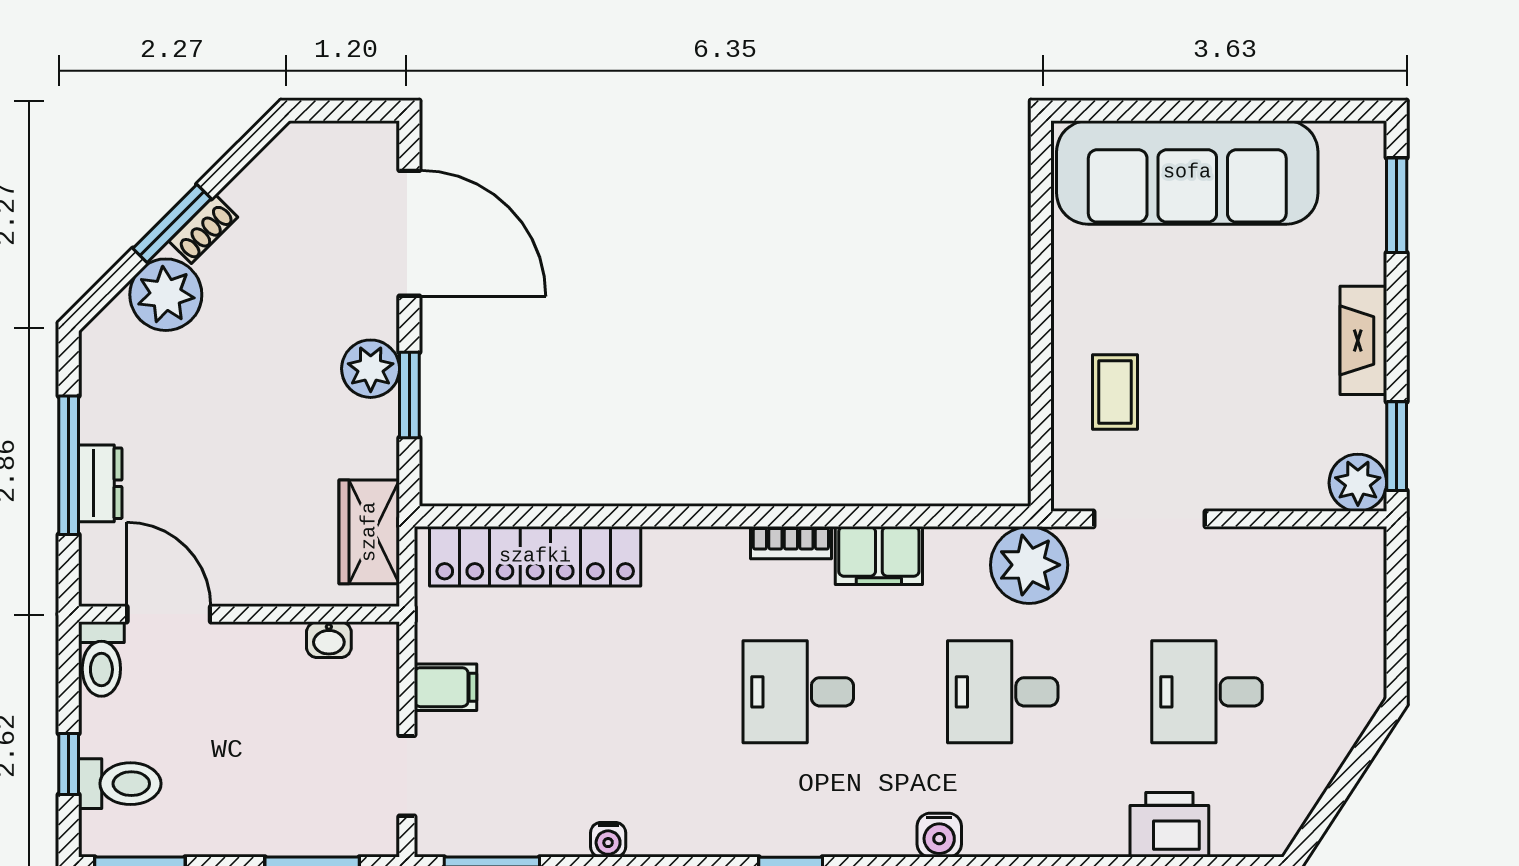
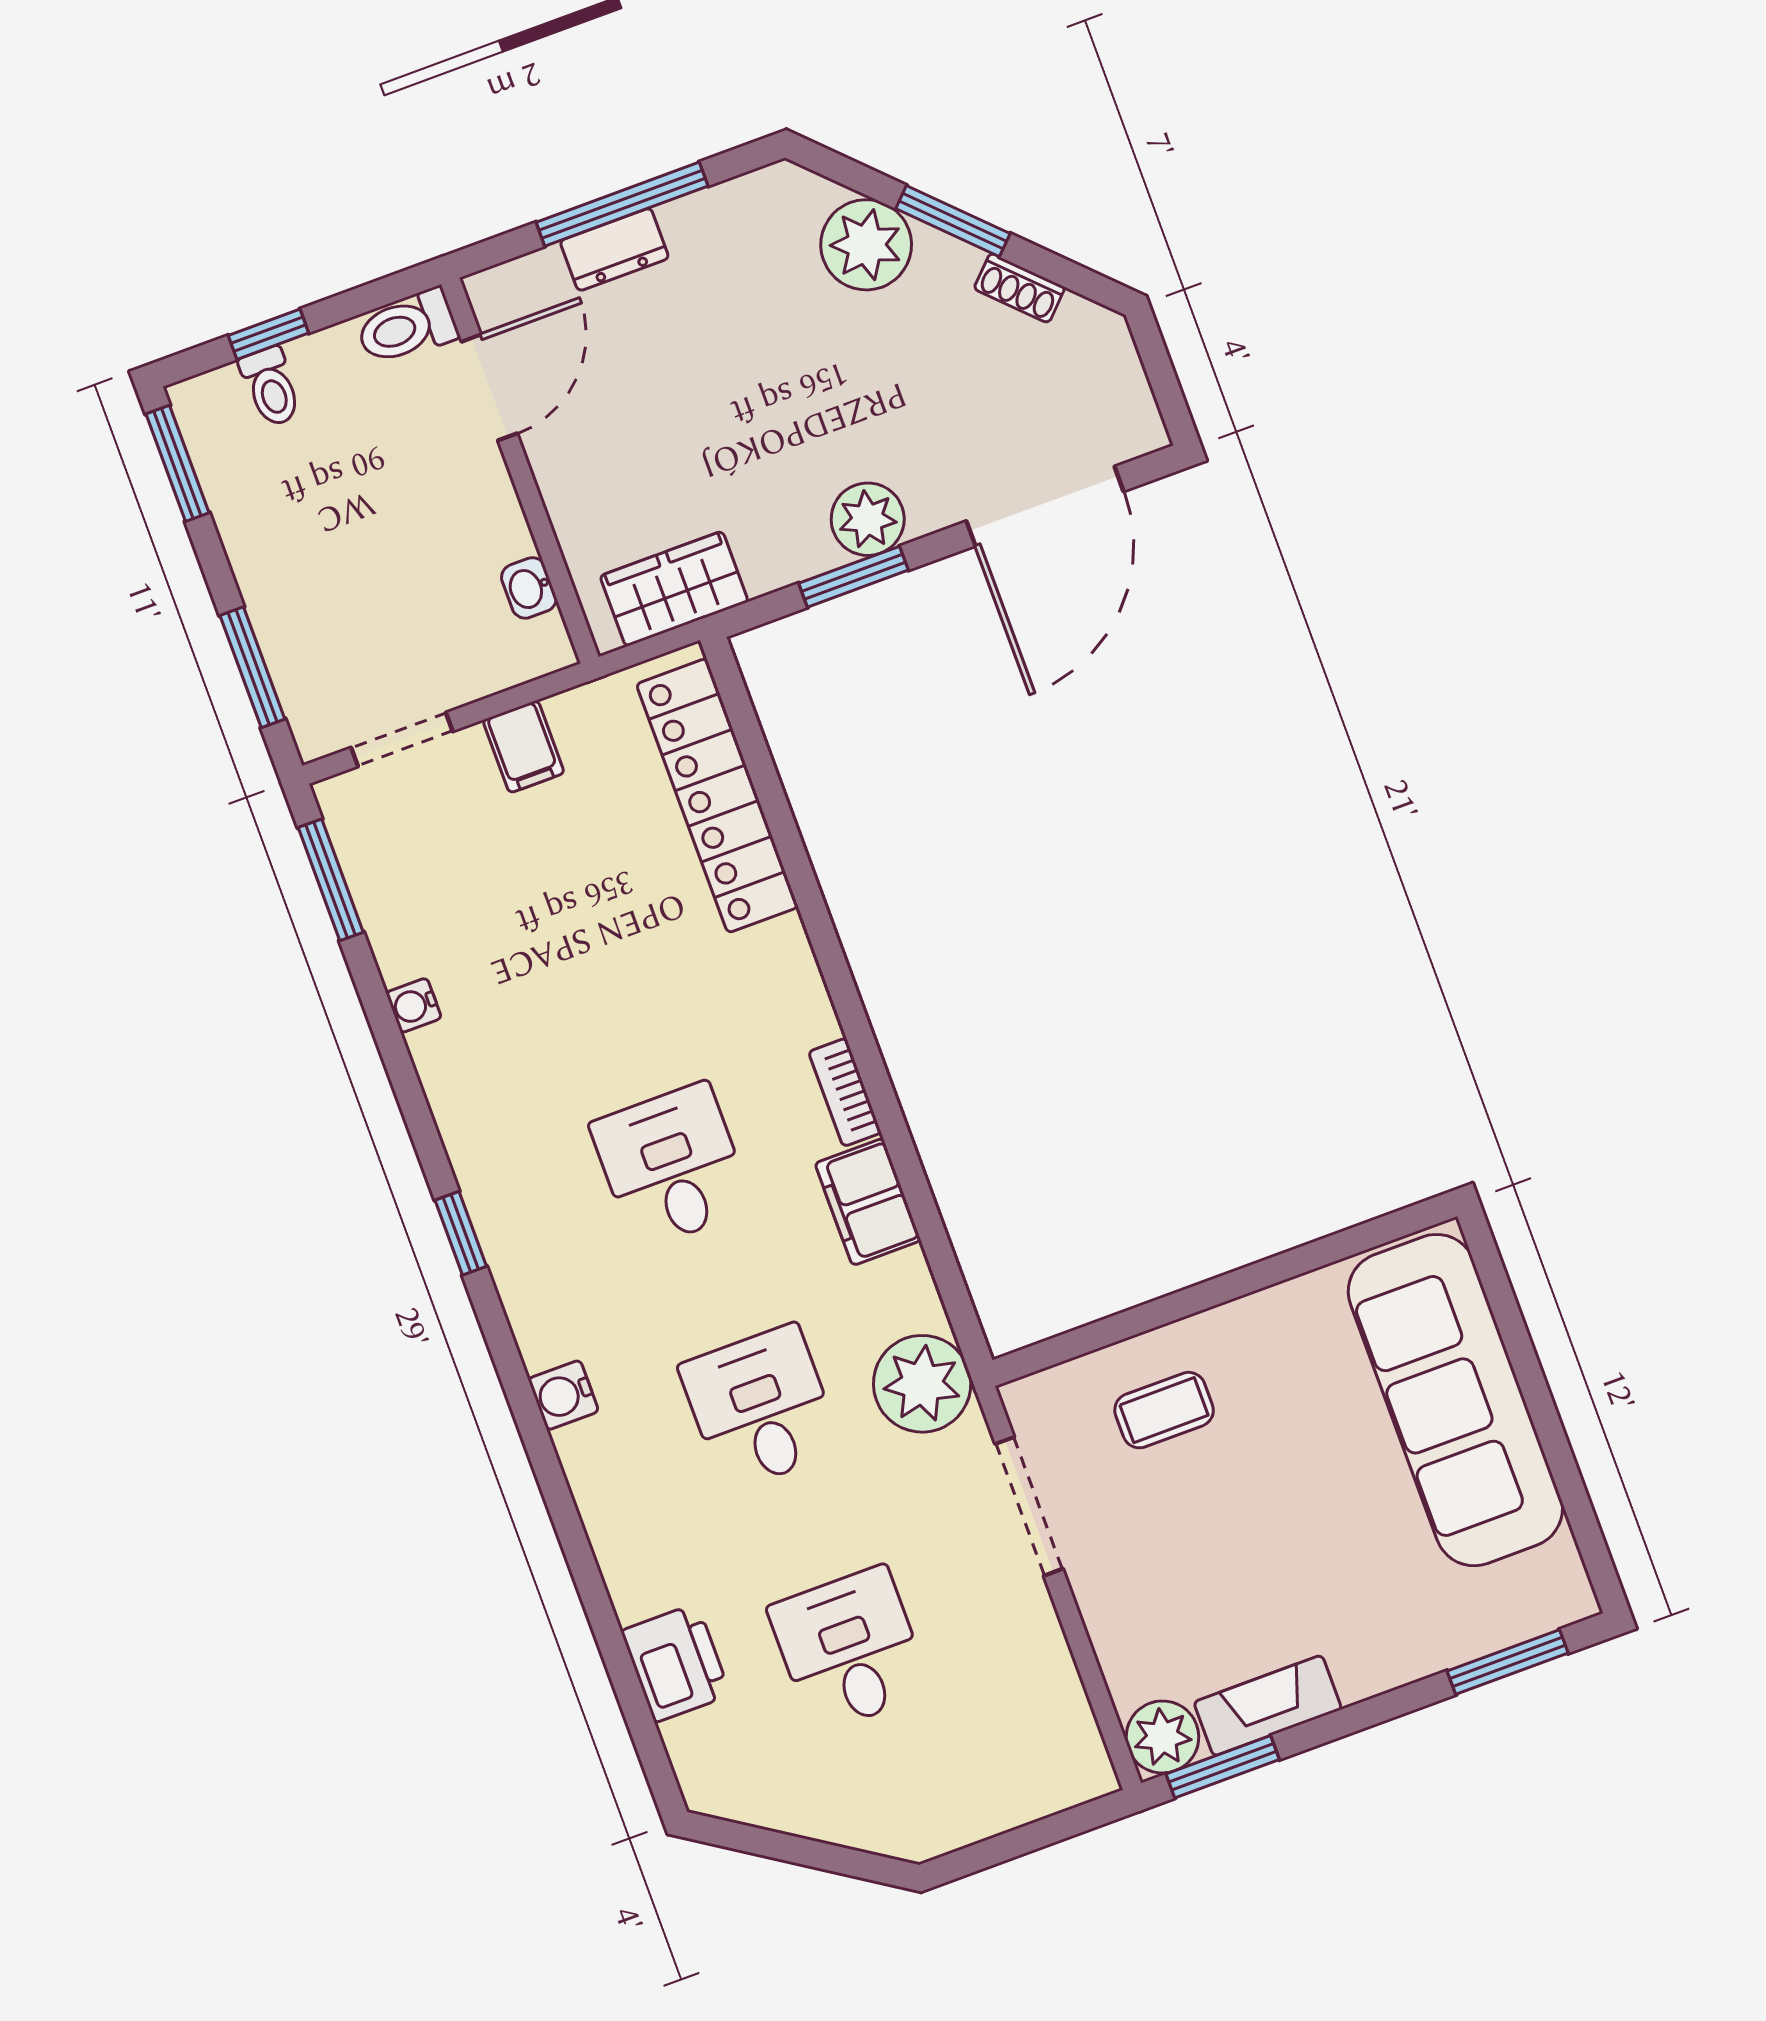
shoe rack: (203, 229) -> (1019, 288), moved
fireplace: (1363, 340) -> (1268, 1706), moved
toilet: (120, 784) -> (271, 387), width x0.73, depth x0.72

